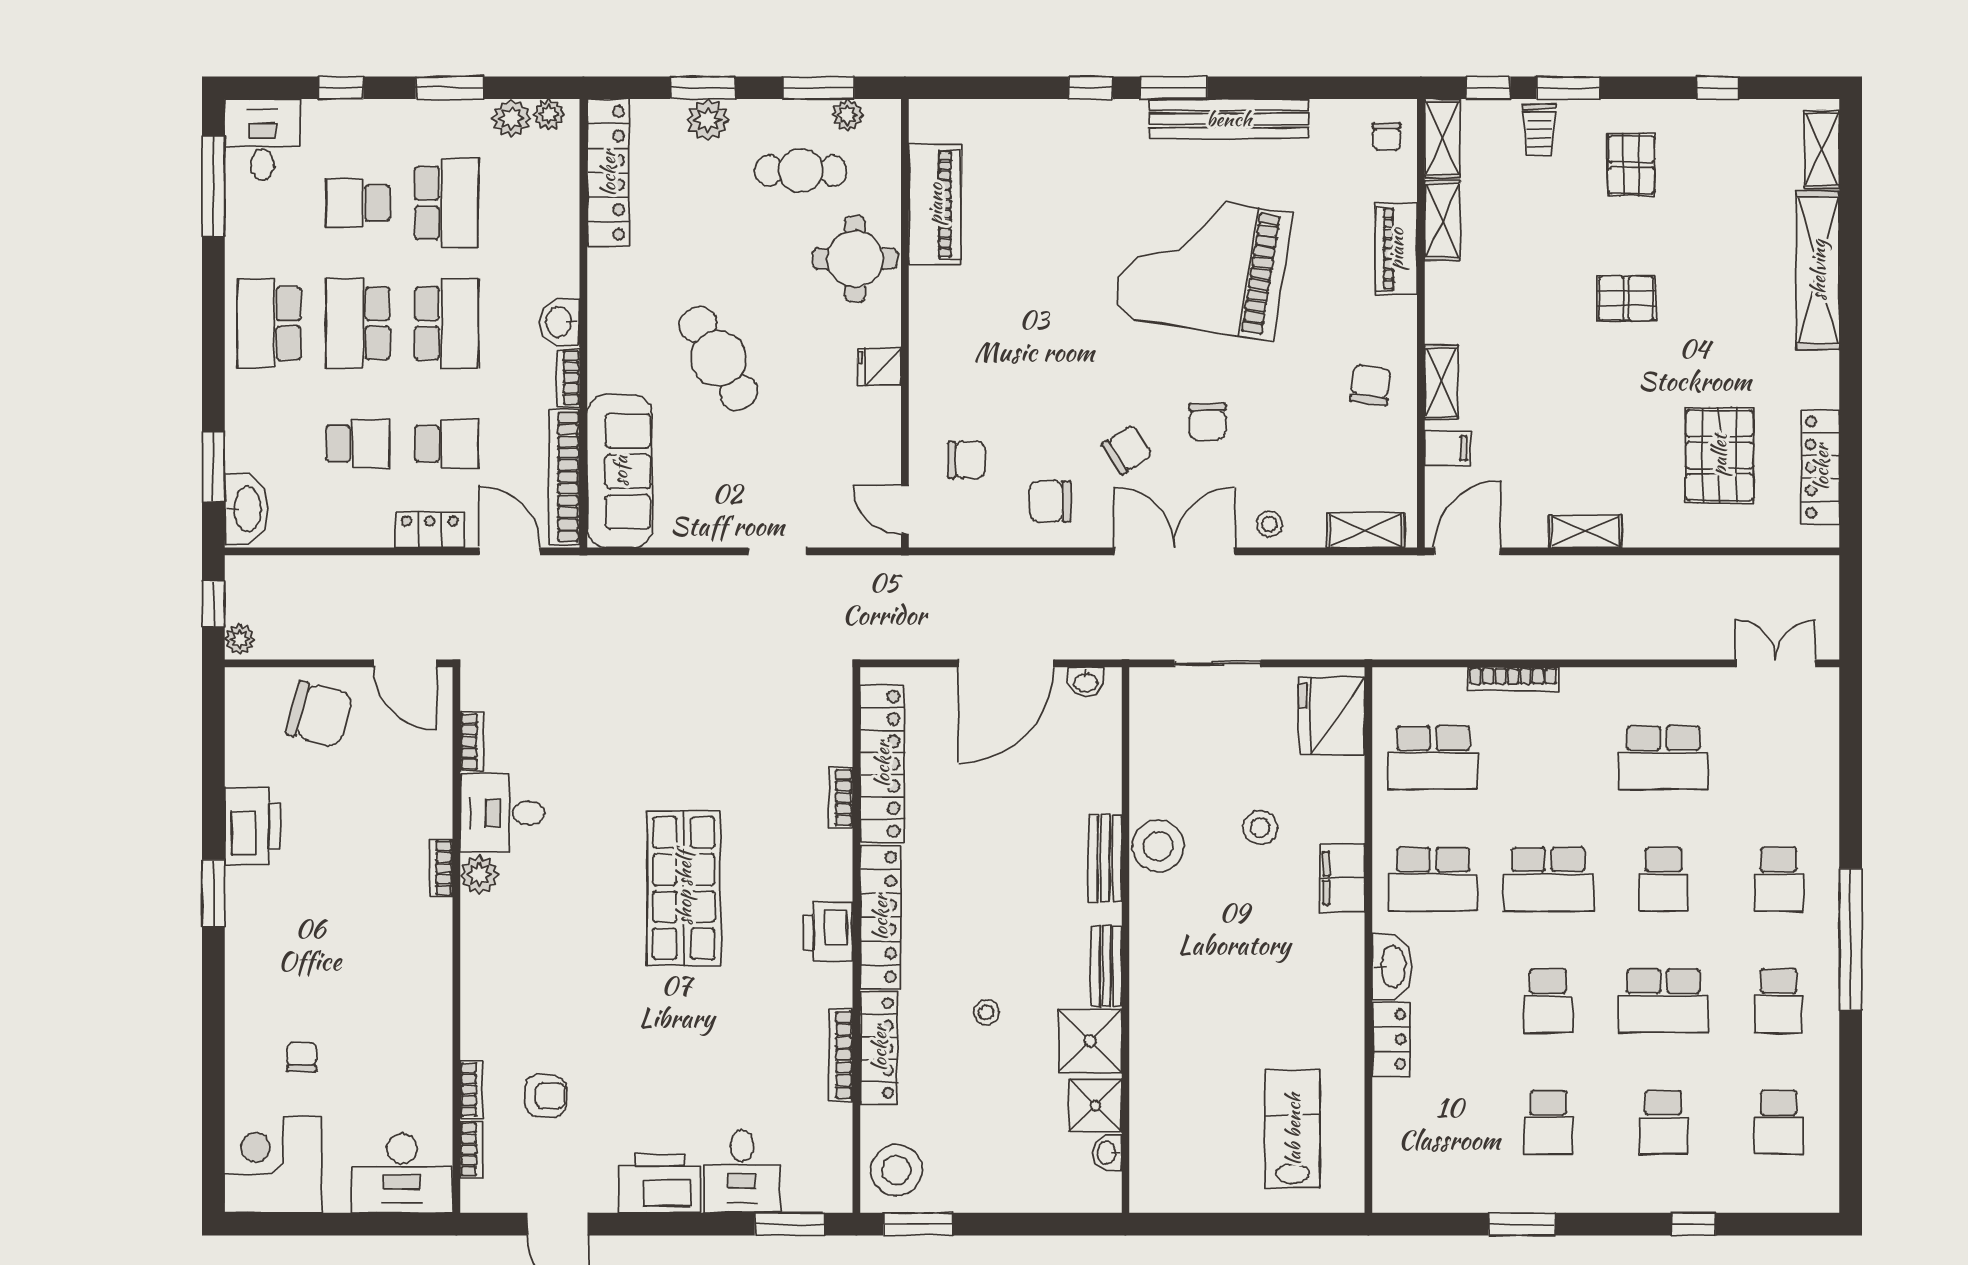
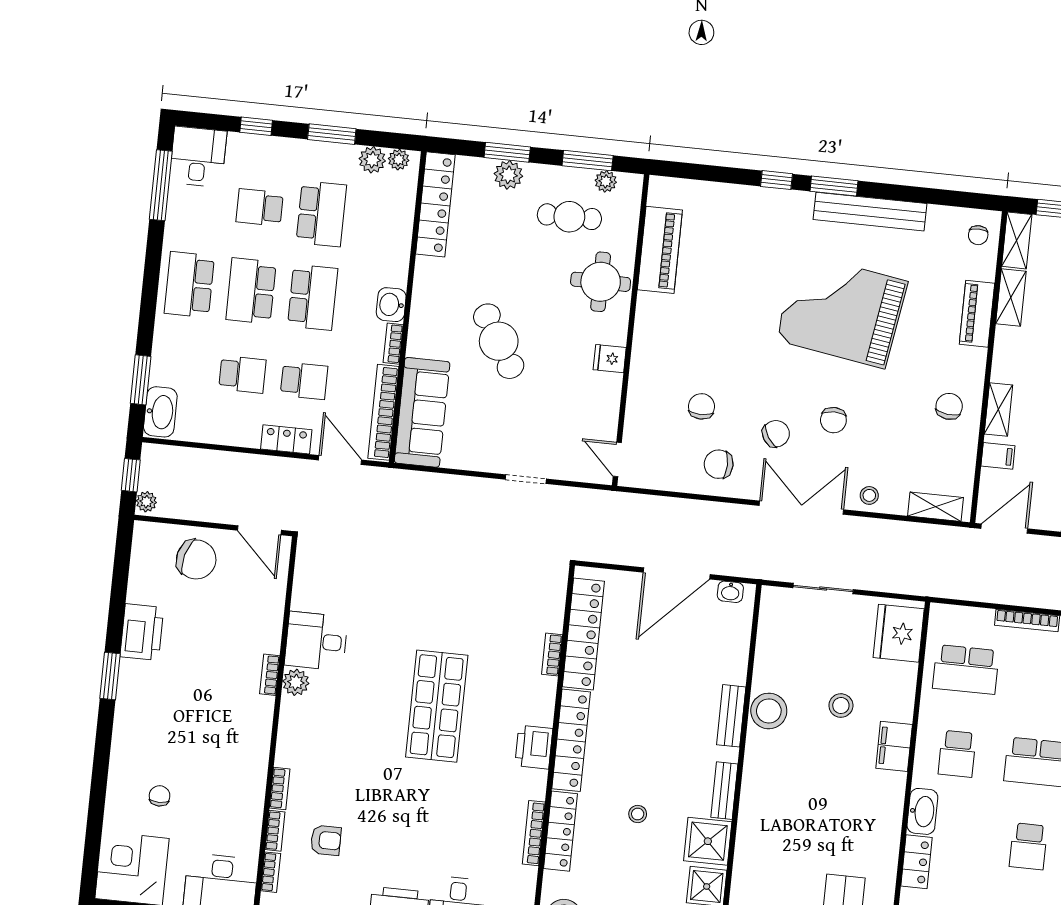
chair: (966, 460) -> (701, 406), moved, turned -90
bookcase: (472, 741) -> (280, 789), moved
school desk: (1433, 879) -> (957, 754), width x0.54

